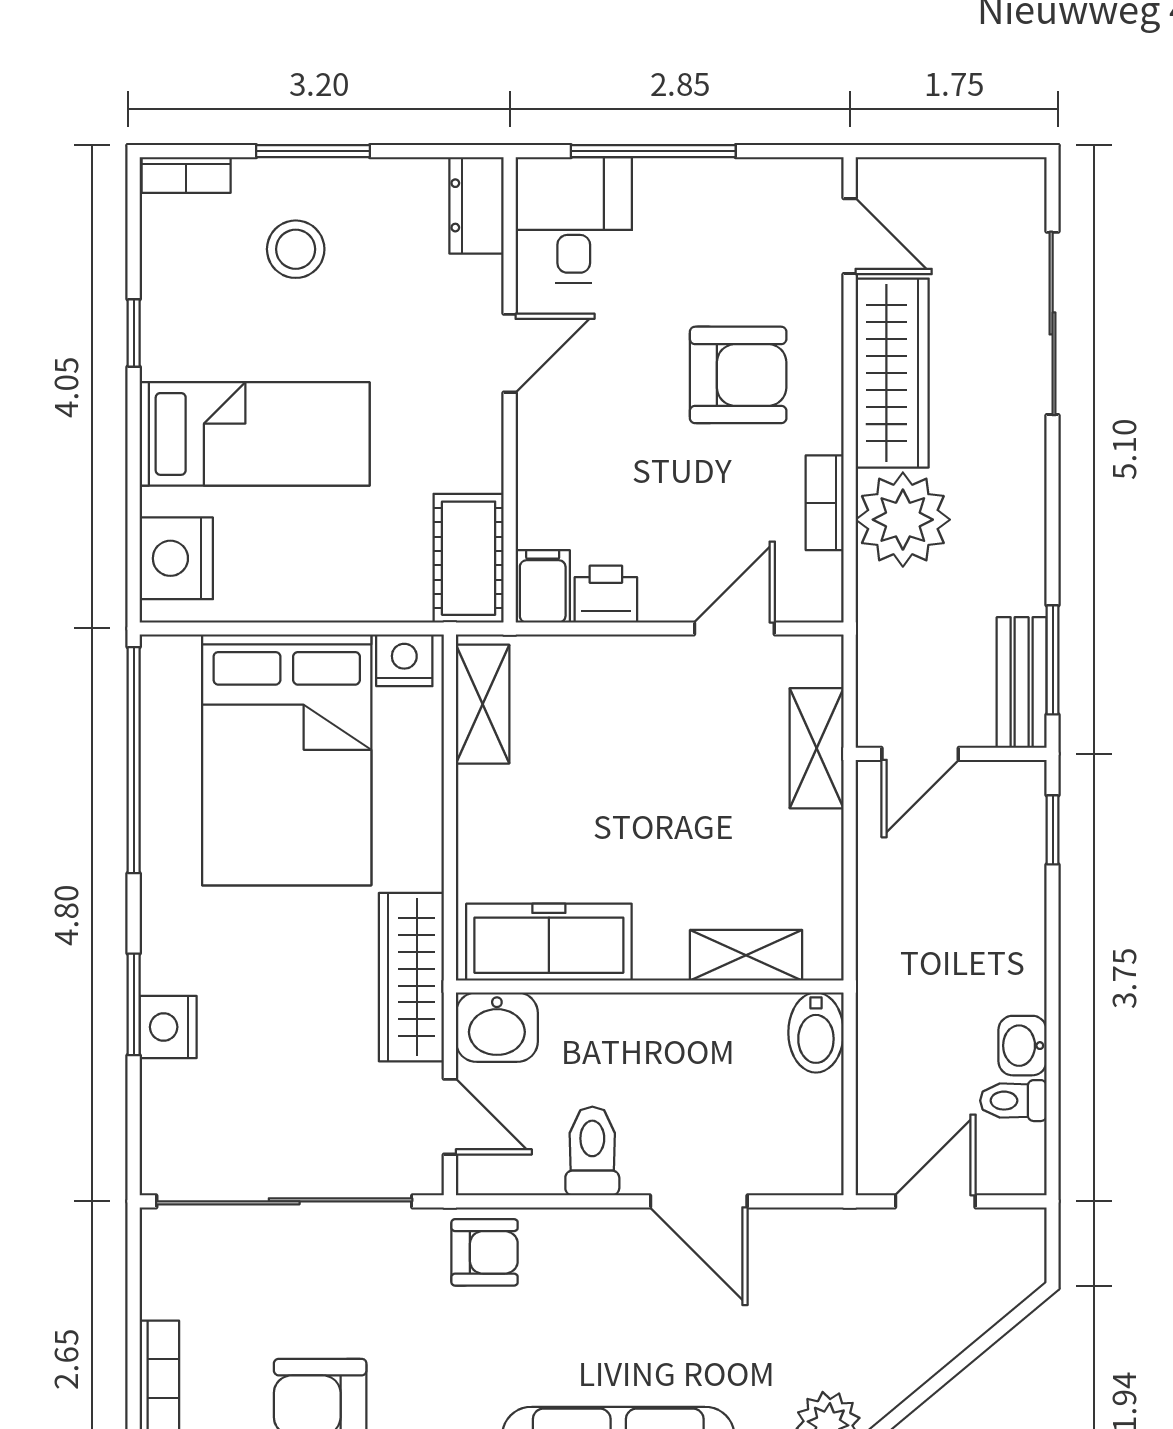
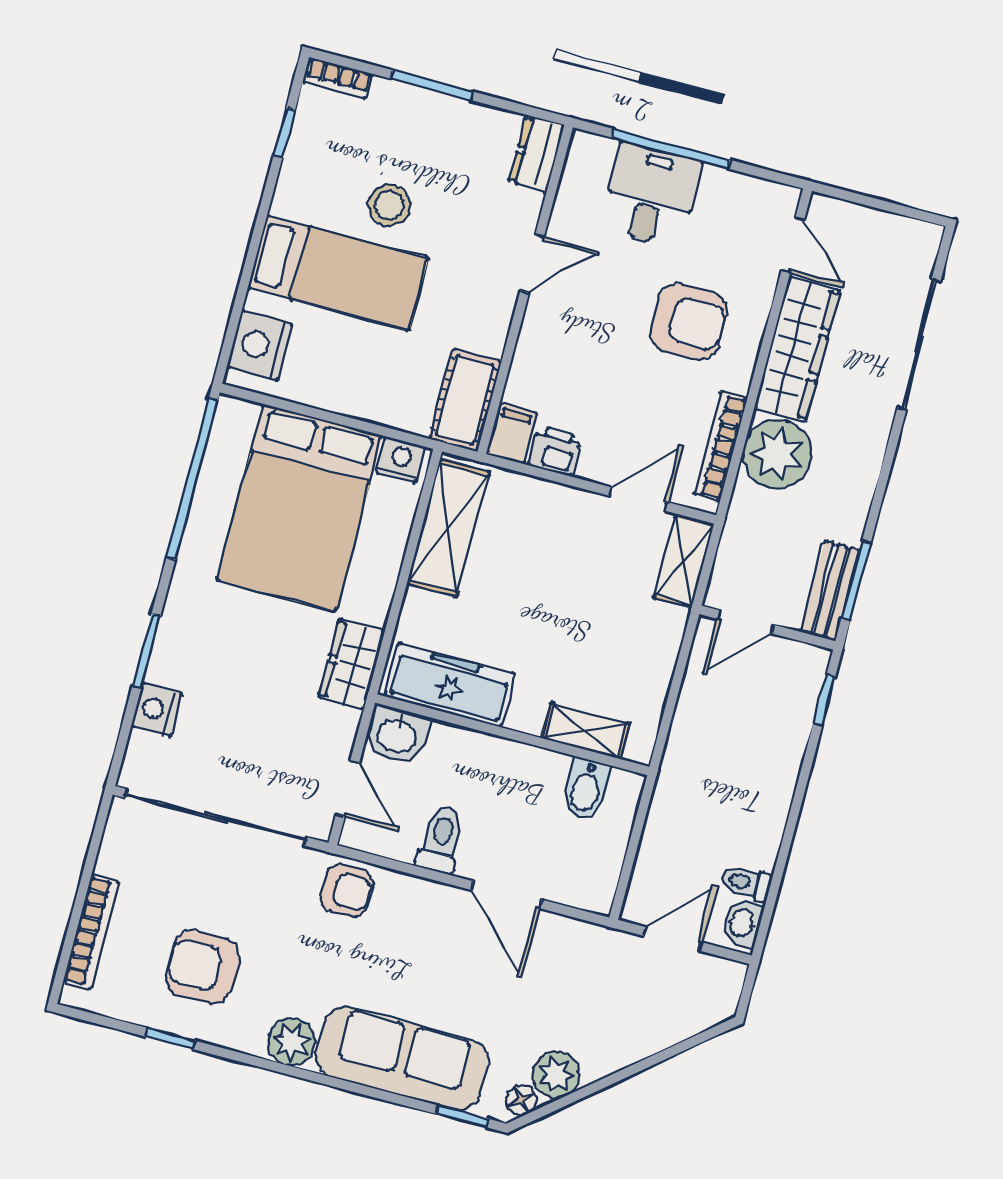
desk: (574, 220) -> (651, 195), moved
stool: (296, 249) -> (389, 205), moved
window: (134, 333) -> (284, 132), moved
bookcase: (825, 503) -> (721, 446), width x1.56
shelving: (483, 704) -> (448, 528), width x1.50, depth x1.33
shelving: (817, 748) -> (684, 561), moved
wardrobe: (411, 977) -> (352, 664), width x0.67
nightstand: (168, 1027) -> (157, 710), moved
bidet: (816, 1033) -> (586, 789), moved
washbasin: (1022, 1046) -> (742, 923), moved

